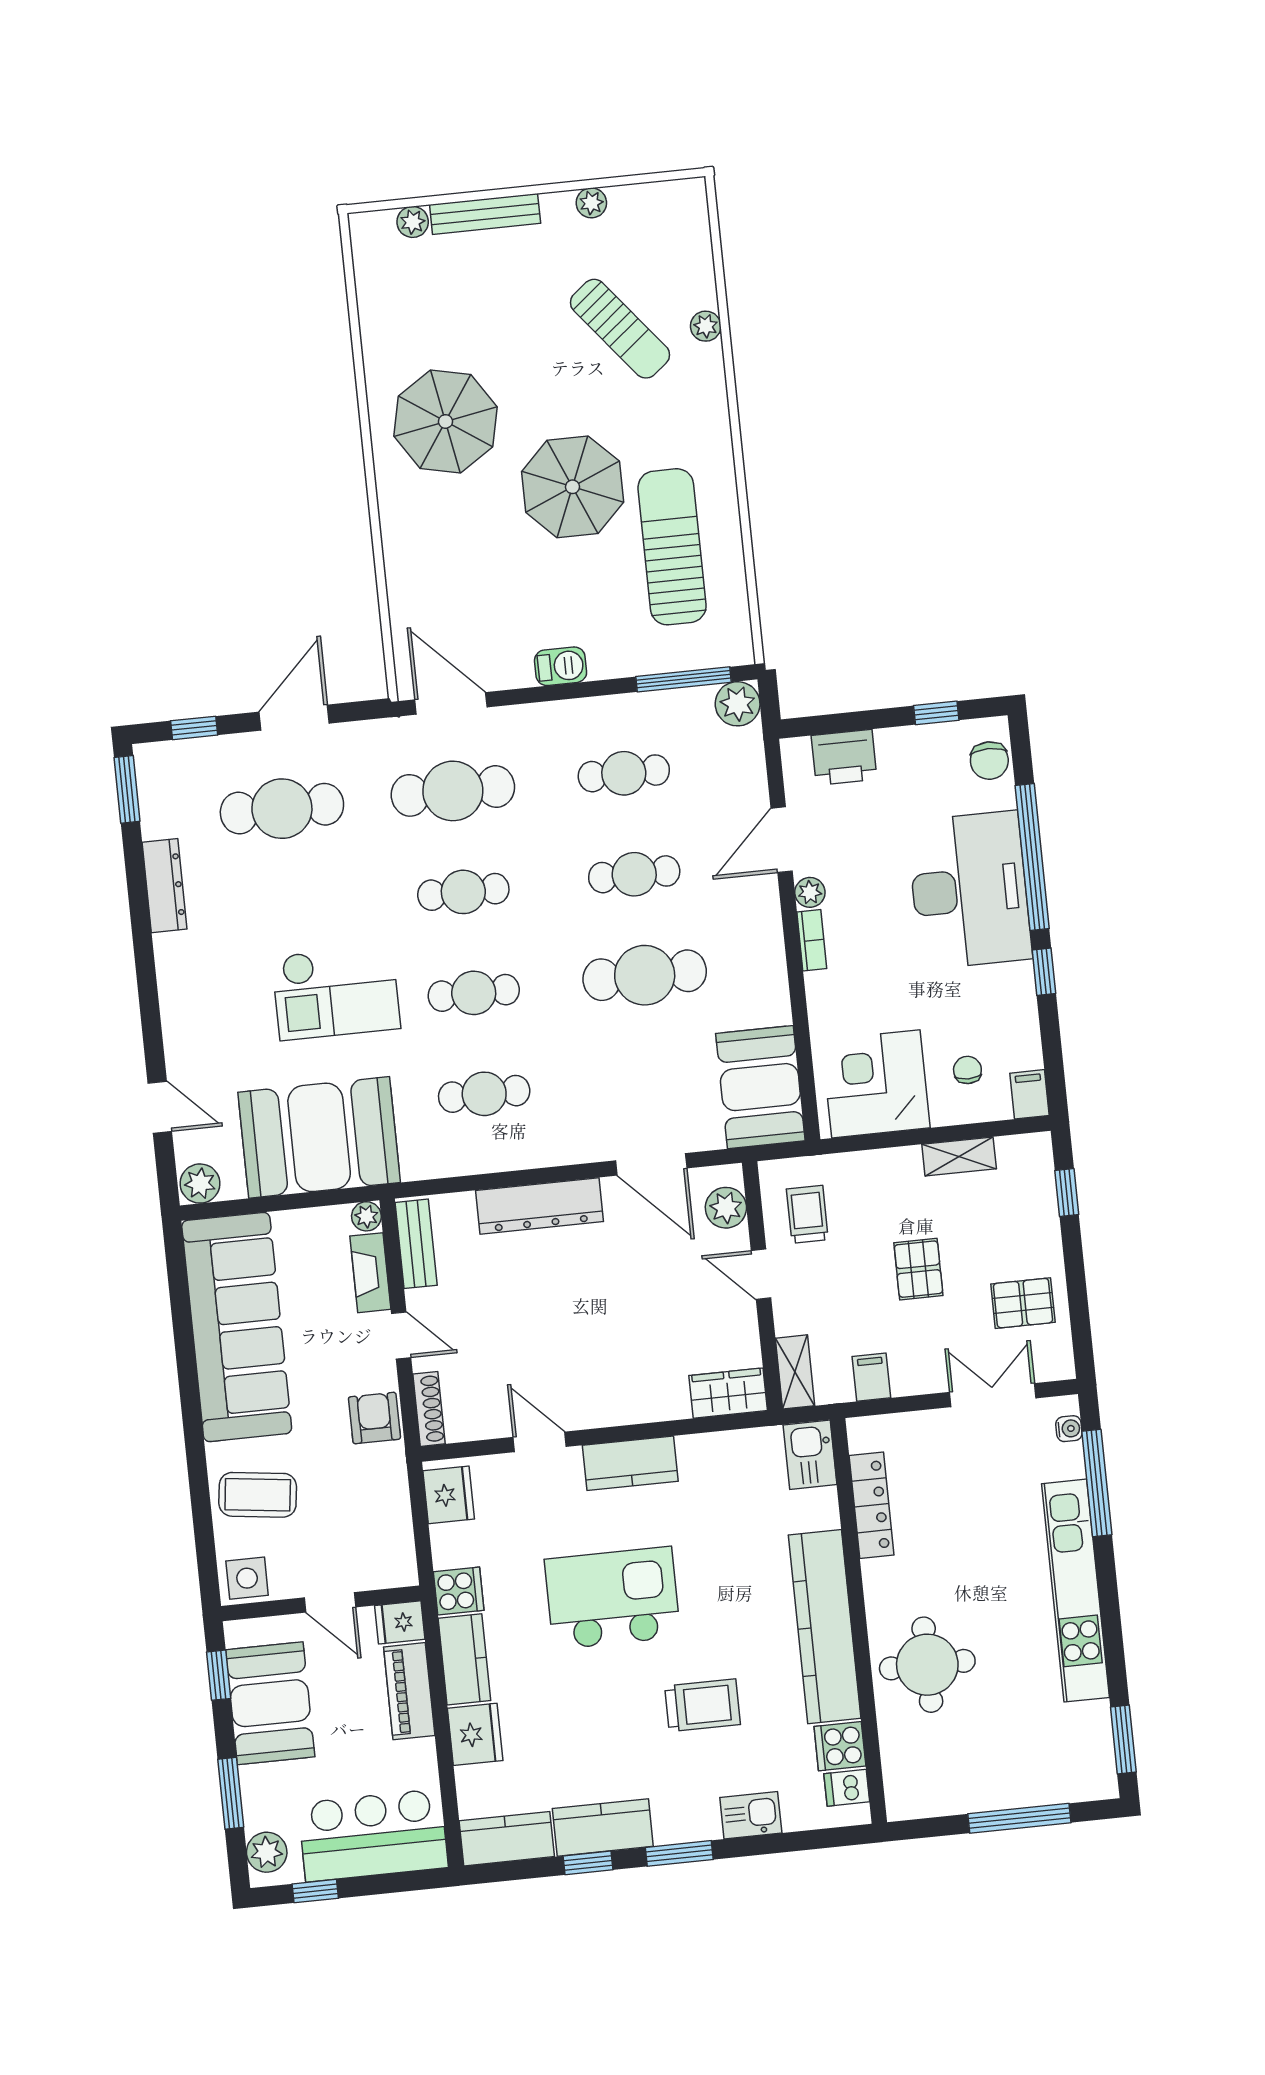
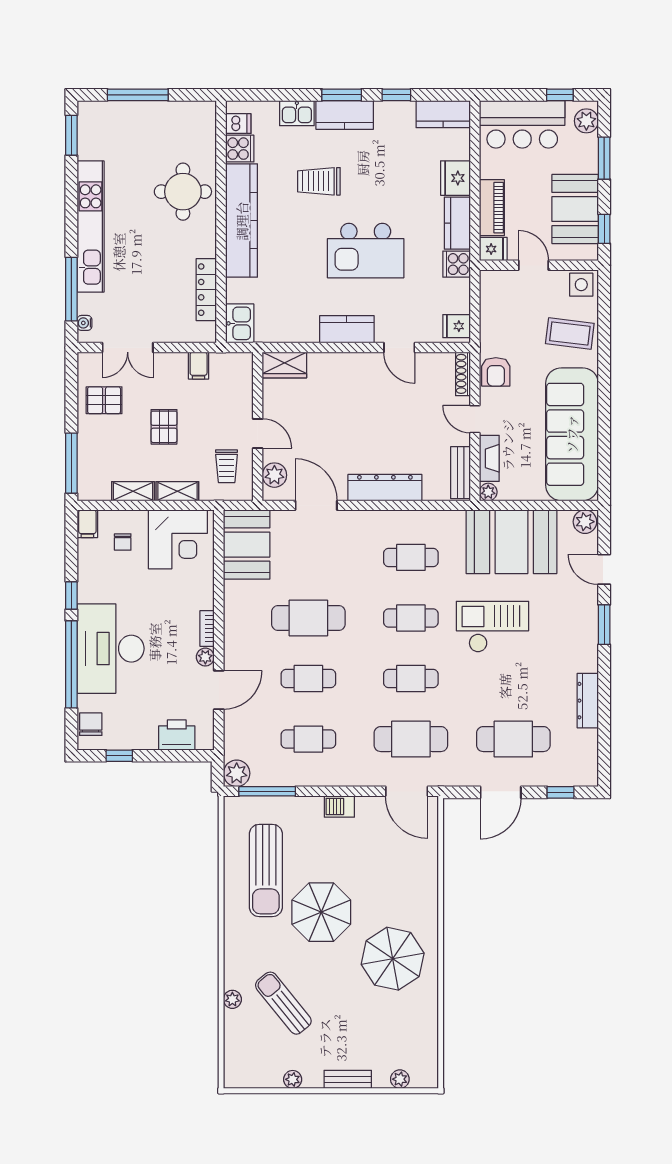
bench: (485, 214) -> (348, 1079), width x0.73
window: (127, 789) -> (604, 625), moved
window: (1067, 1192) -> (71, 463), width x2.17
shelving: (795, 1372) -> (177, 491), moved, turned 90
fridge: (449, 1495) -> (457, 326), width x0.72
kitchen counter: (603, 1827) -> (345, 115), moved

